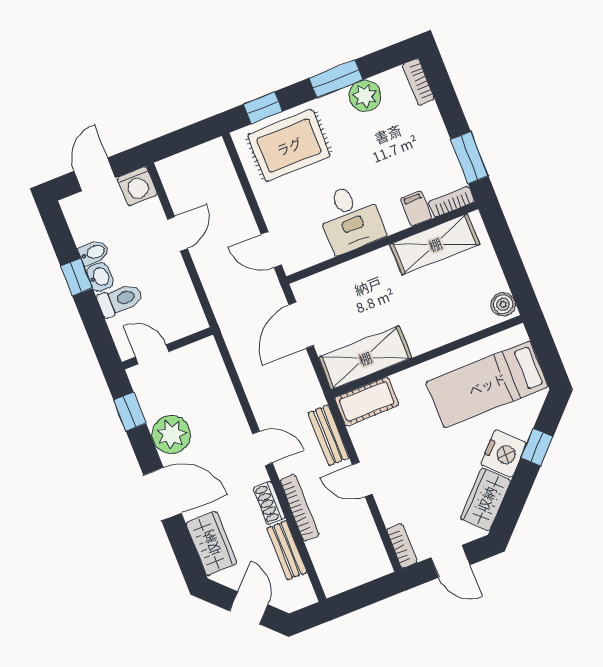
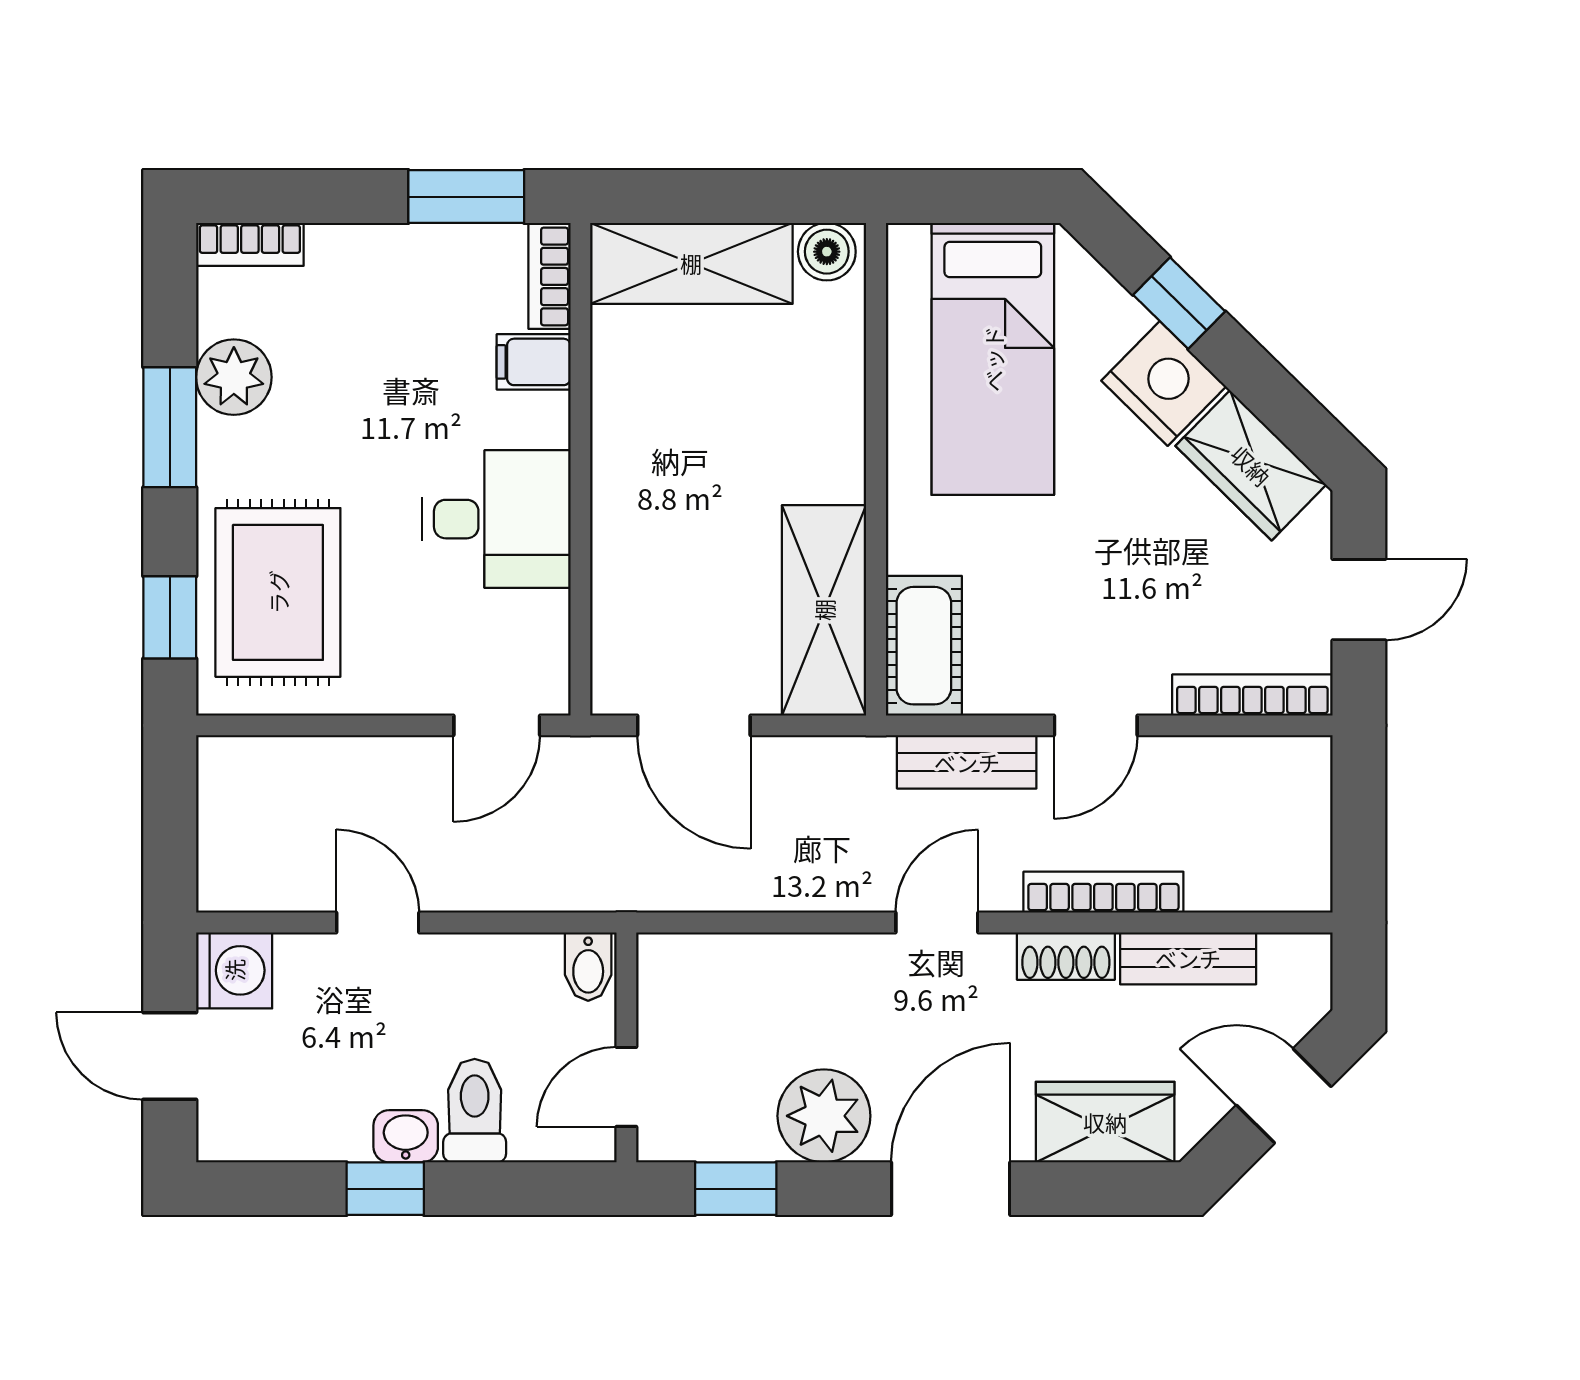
shelving: (435, 244) -> (691, 263), moved, turned 90
bidet: (94, 253) -> (588, 967), moved, turned 180
bookcase: (402, 546) -> (1252, 695), width x1.56

